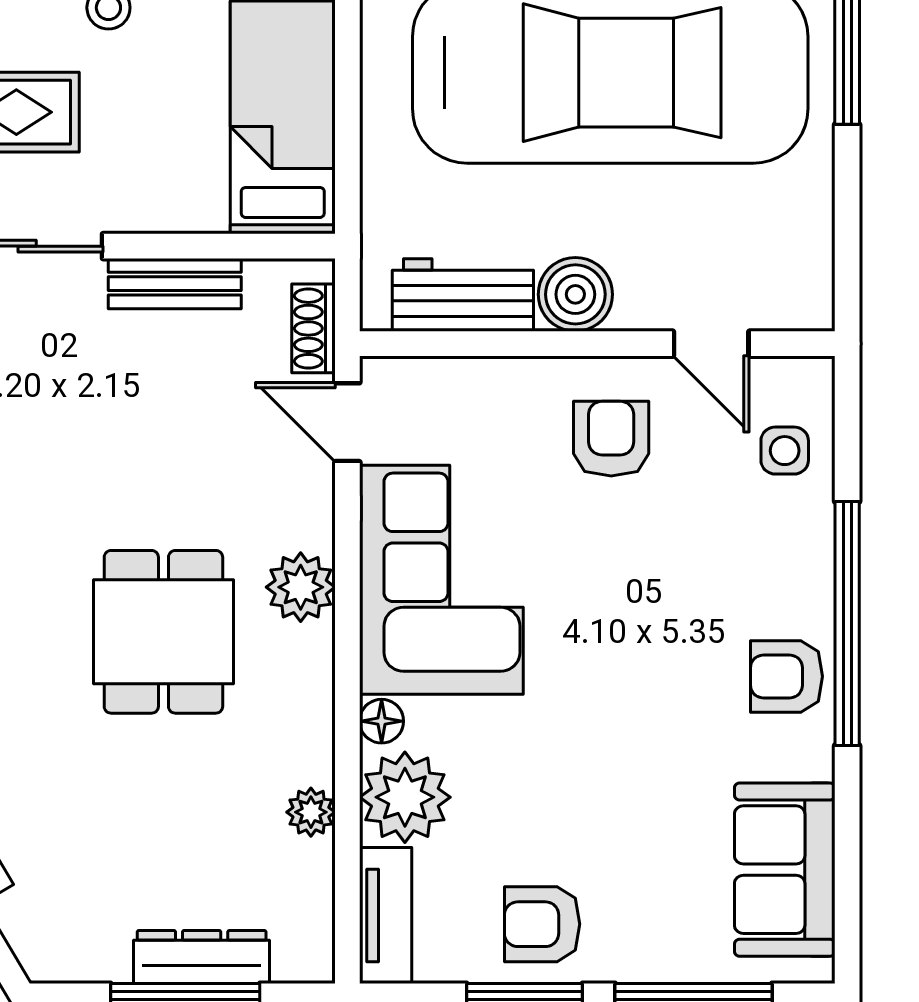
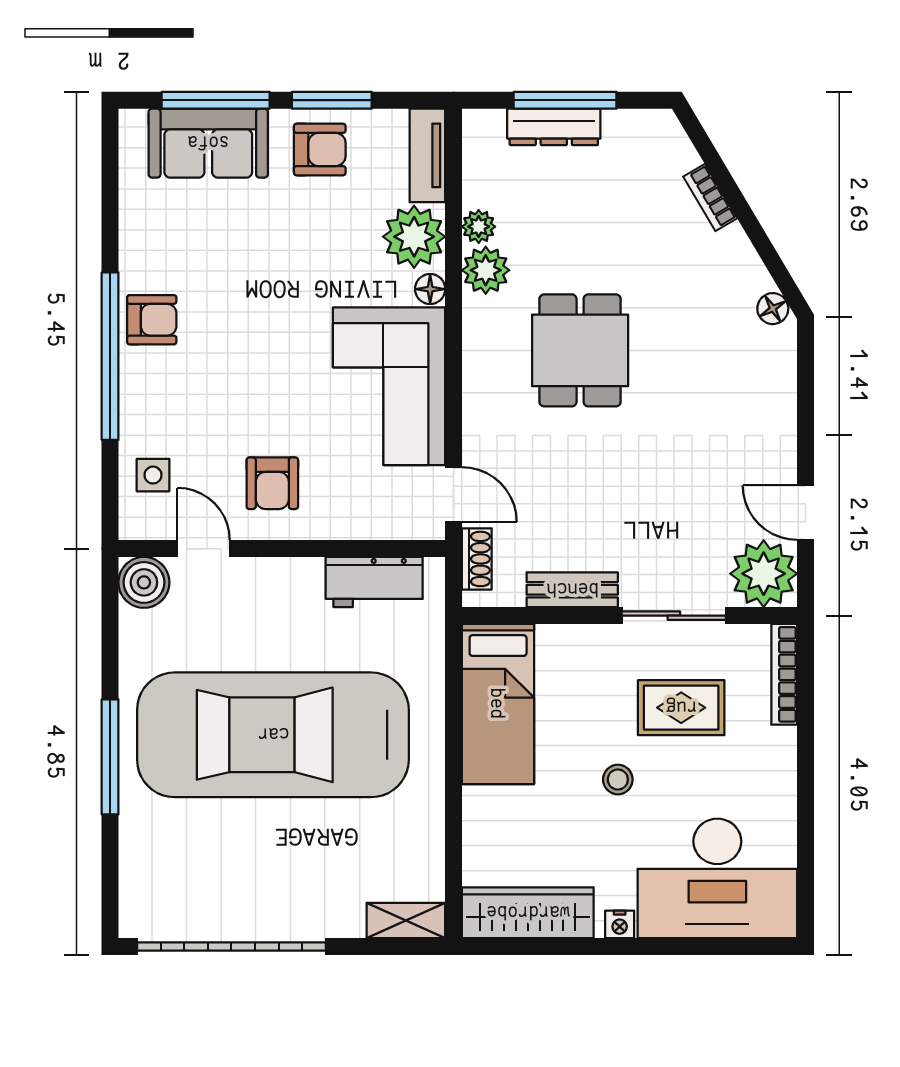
boiler: (575, 294) -> (144, 582), moved
plant: (301, 587) -> (486, 270), moved
sofa: (785, 870) -> (208, 143), moved, turned 90

